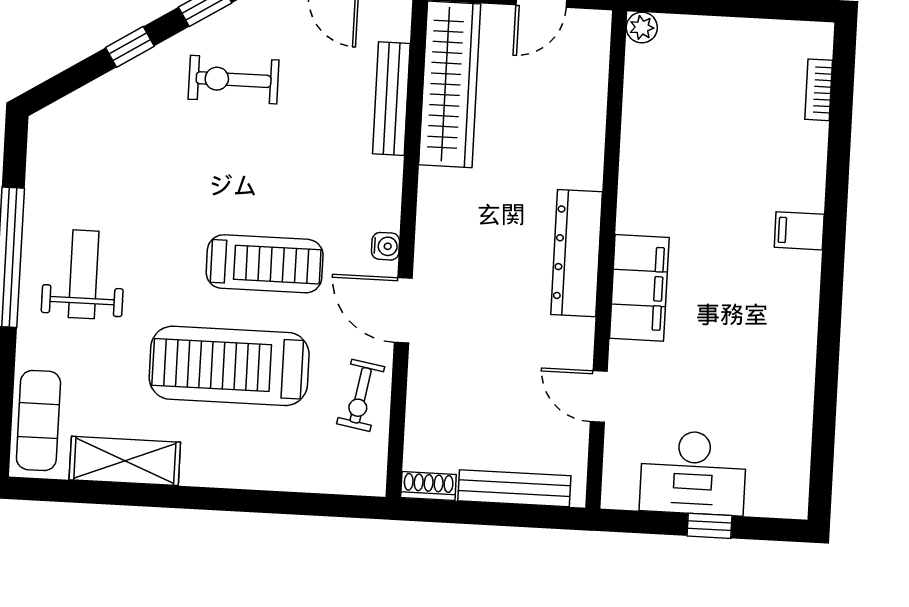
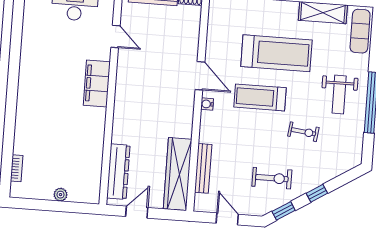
plant: (642, 28) -> (61, 195), moved
filing cabinet: (799, 231) -> (26, 107), removed
dresser: (577, 253) -> (118, 172), moved
exercise bike: (361, 395) -> (303, 132), moved, turned 87

